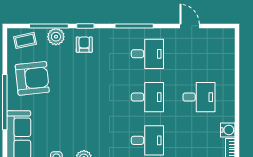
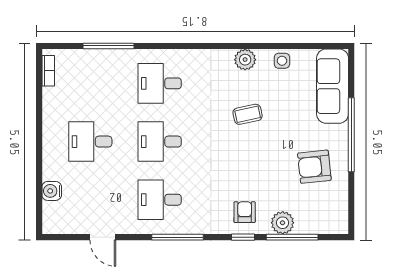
coffee table: (25, 40) -> (248, 114), moved
armchair: (84, 45) -> (245, 212), turned 180
armchair: (32, 78) -> (314, 167), width x0.73, depth x0.73
water cooler: (228, 130) -> (52, 191), moved

